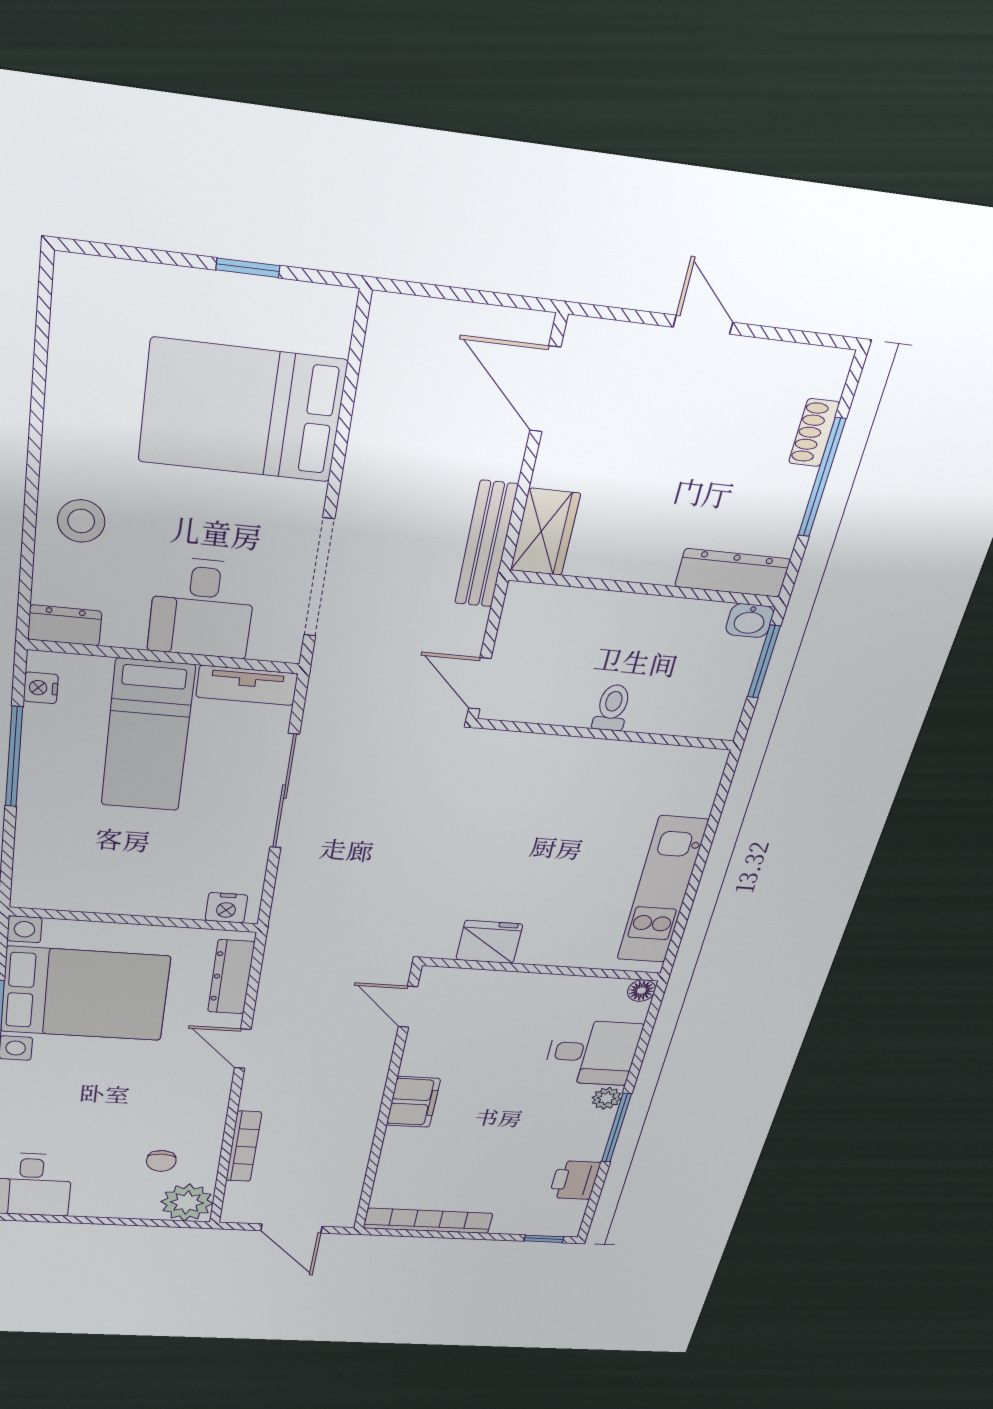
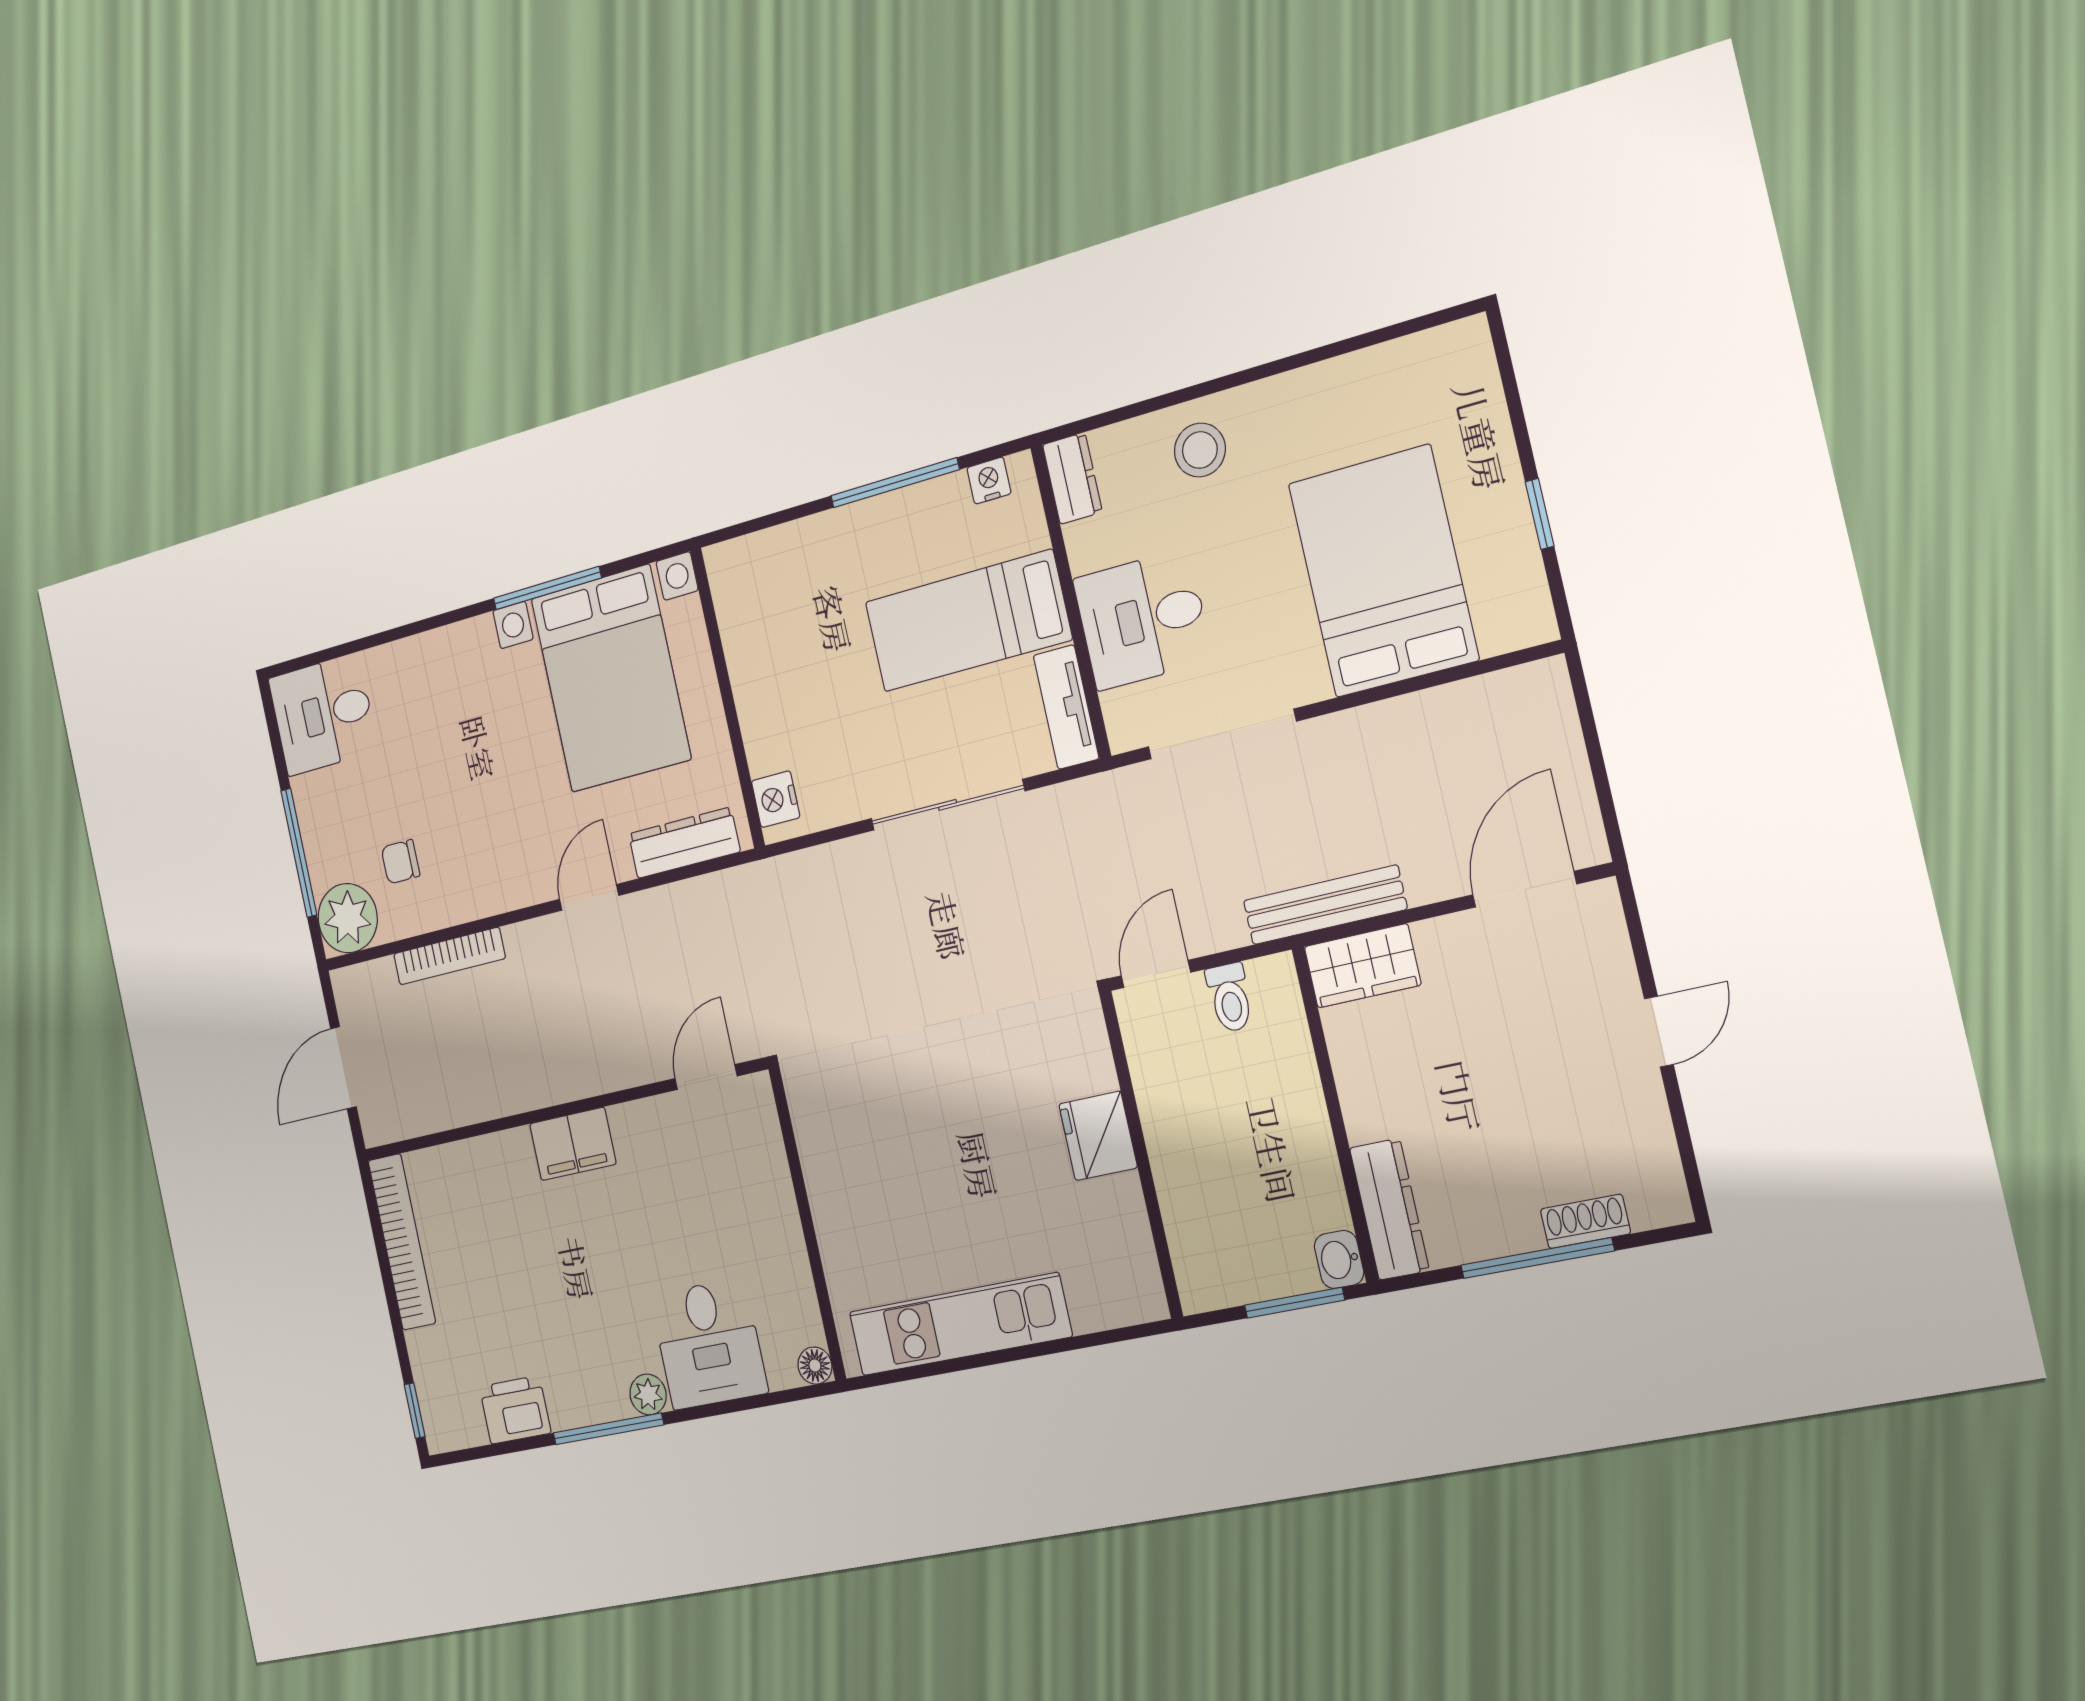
toilet: (612, 708) -> (1230, 998), moved, turned 90
fridge: (489, 942) -> (1098, 1136), moved, turned 180
window: (126, 1222) -> (299, 853), added

